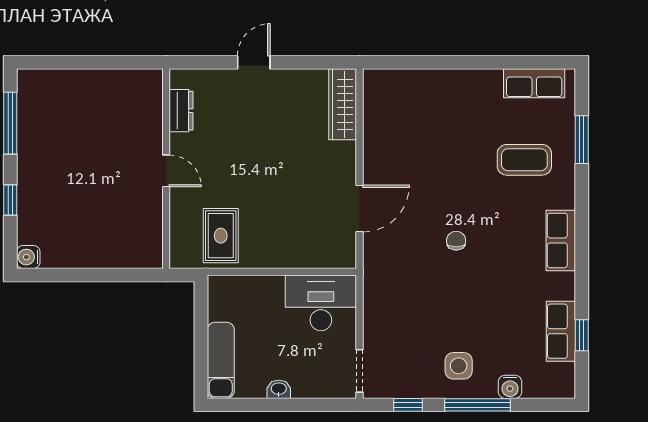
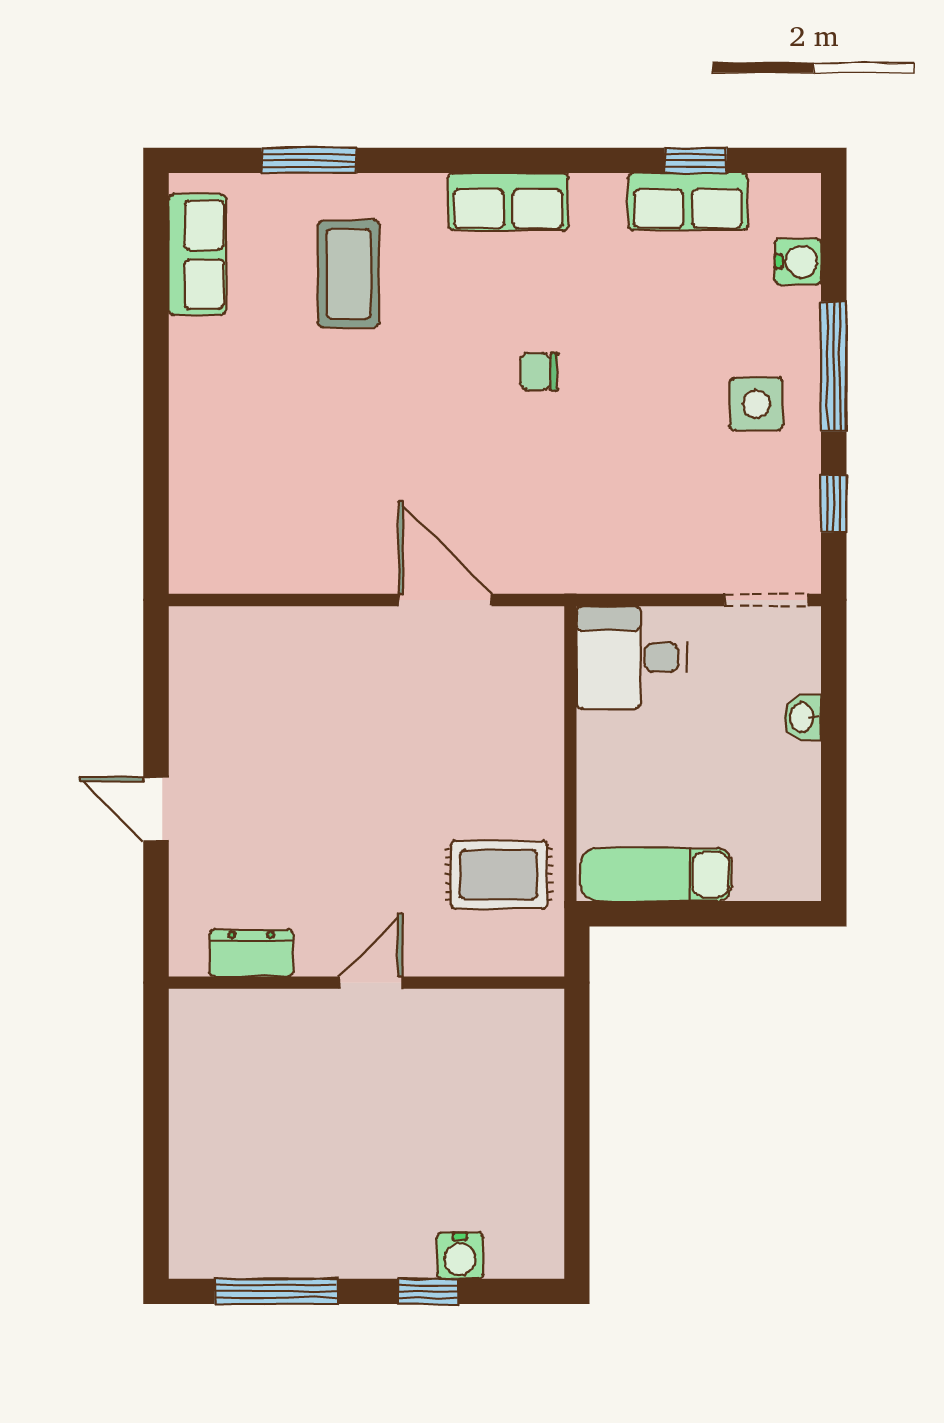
wardrobe: (343, 104) -> (239, 633), removed
chair: (456, 241) -> (539, 372), moved
water cooler: (28, 257) -> (460, 1256), moved
desk: (321, 303) -> (632, 657), width x0.73
exam couch: (221, 360) -> (656, 875), moved
water cooler: (510, 387) -> (798, 261), moved
washbasin: (279, 389) -> (803, 717), moved

